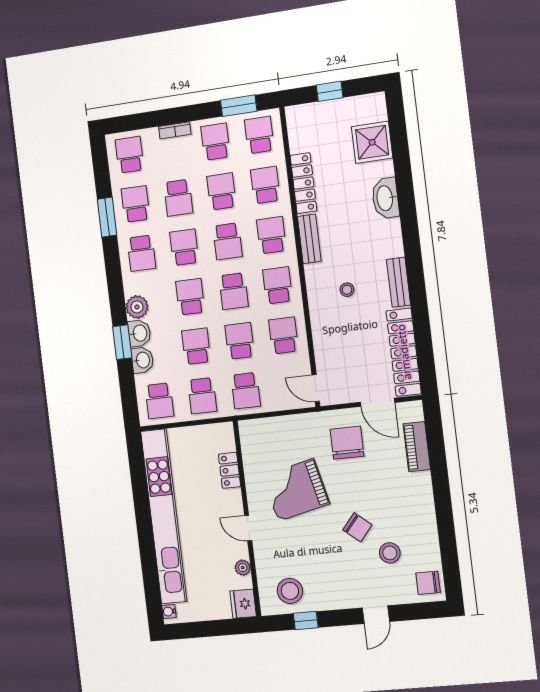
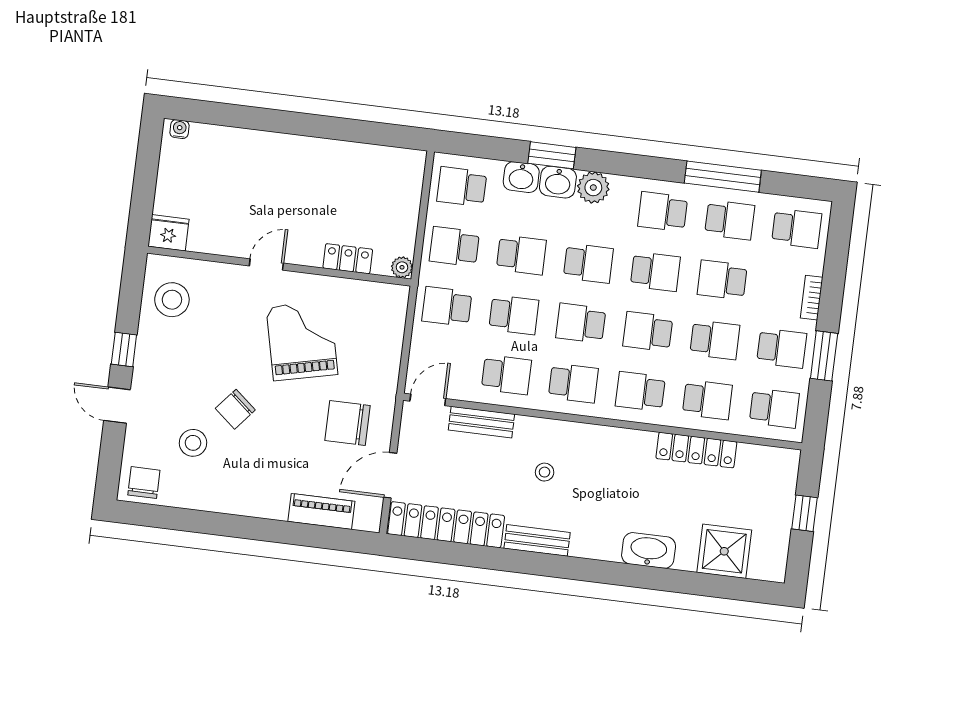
window: (239, 106) -> (824, 356), moved
window: (107, 217) -> (723, 177), width x1.44
school desk: (271, 235) -> (640, 391), turned 180
bench: (309, 239) -> (481, 422), moved
chair: (347, 443) -> (348, 423), turned 180
kitchen unit: (164, 516) -> (307, 154), removed
plant: (243, 568) -> (402, 267), moved
window: (306, 621) -> (124, 349), moved

